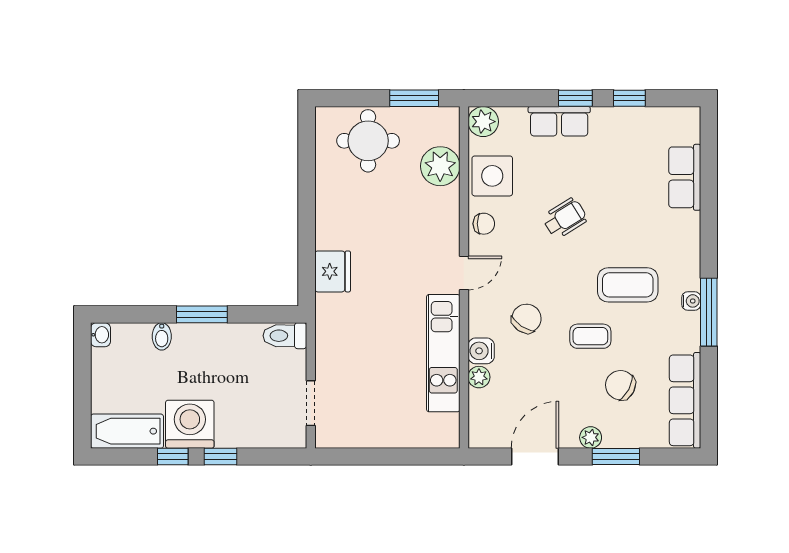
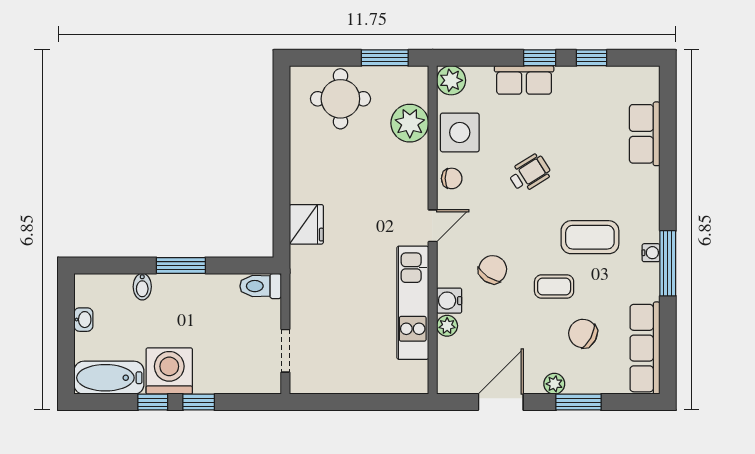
washbasin: (100, 335) -> (83, 320), moved

